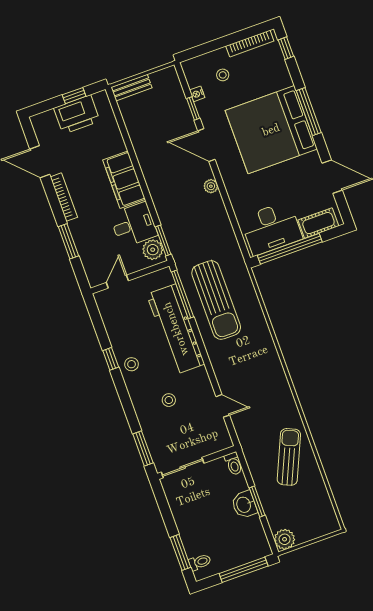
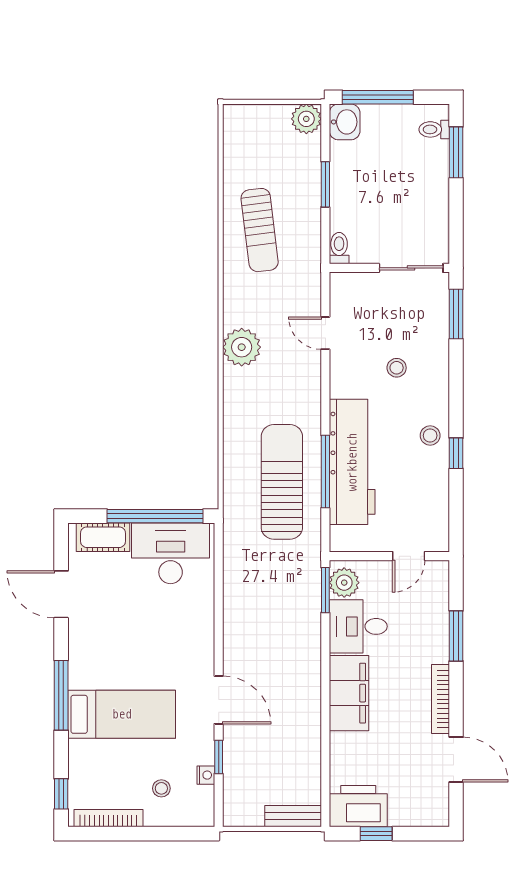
printer: (77, 115) -> (358, 806), moved
bed: (271, 130) -> (122, 714), width x0.49
plant: (211, 186) -> (242, 347), moved, width x1.88, depth x1.88
window: (183, 294) -> (325, 472), moved
sun lounger: (289, 457) -> (260, 230), turned -31
washbasin: (244, 505) -> (345, 122), moved

